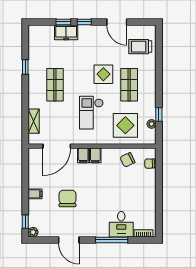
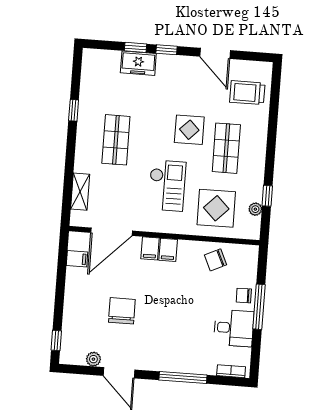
checkout: (91, 113) -> (167, 186), turned 180
chair: (150, 164) -> (244, 296), moved
window: (159, 189) -> (259, 307), added
filing cabinet: (35, 194) -> (77, 259), moved
desk: (121, 224) -> (234, 328), moved, turned -90
plant: (33, 232) -> (93, 359), moved

